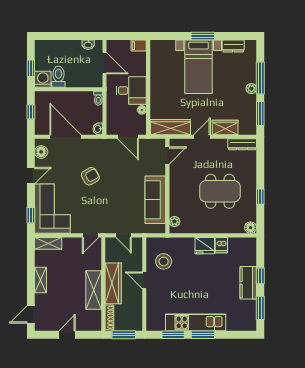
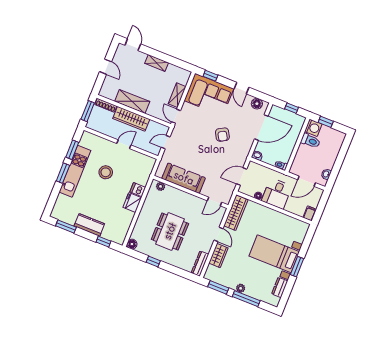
door: (167, 155) -> (215, 201), hinge flipped
shelving: (48, 243) -> (177, 95), moved
dishwasher: (221, 245) -> (138, 190), moved
stool: (164, 261) -> (106, 172), moved
window: (260, 276) -> (103, 242), moved

